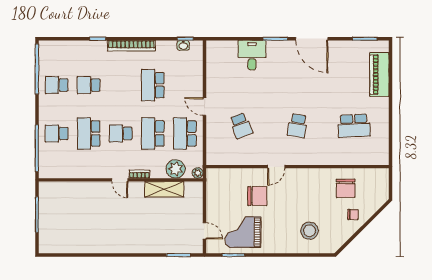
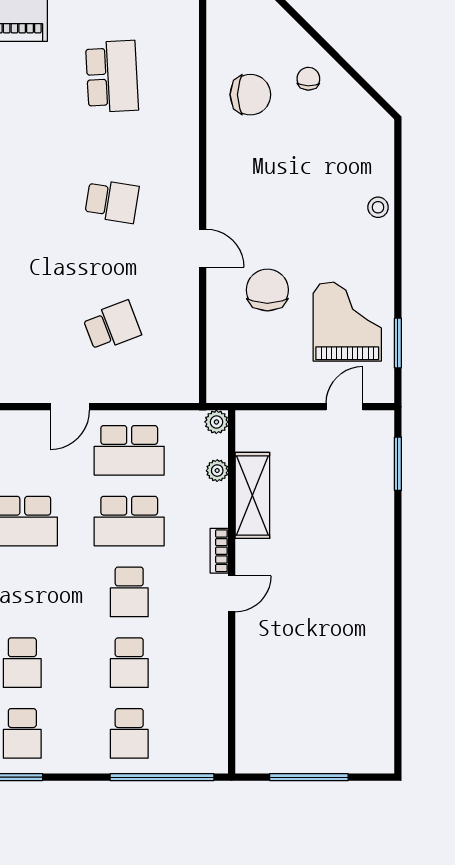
school desk: (89, 133) -> (129, 663), width x0.54
plant: (176, 169) -> (217, 471), width x0.53, depth x0.53
stool: (310, 231) -> (378, 207), moved, width x0.53, depth x0.53
grand piano: (243, 232) -> (347, 322), turned 180

